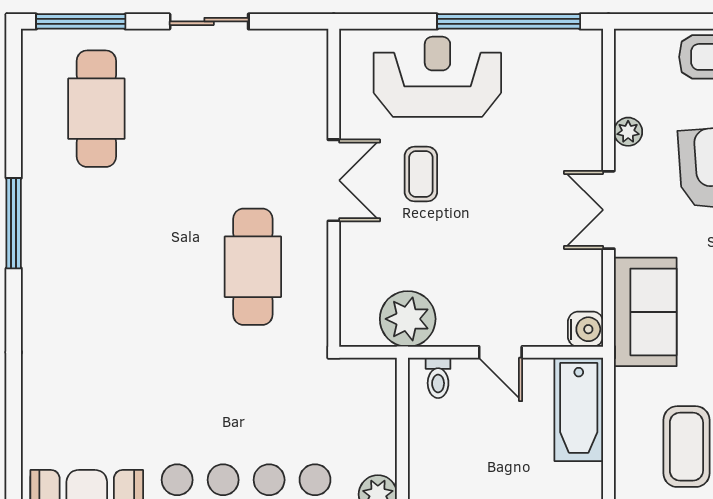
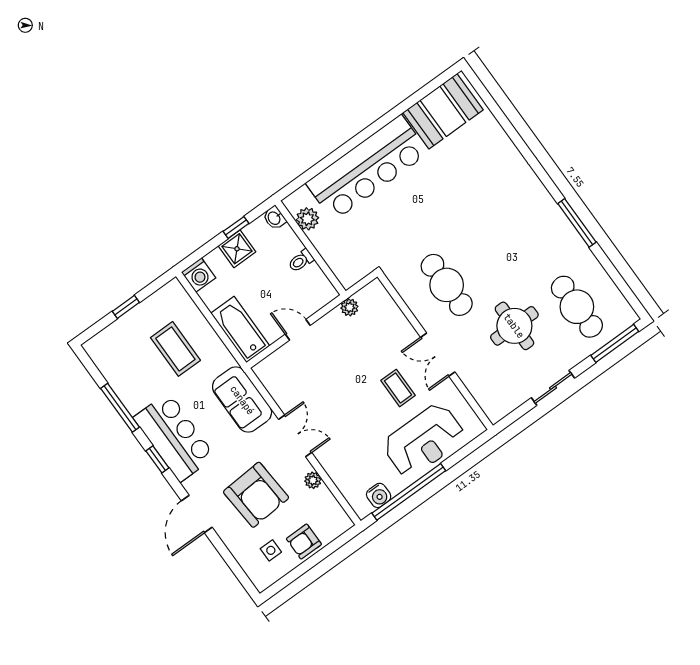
round table: (201, 144) -> (514, 326), added
plant: (408, 319) -> (349, 307), width x0.53, depth x0.53
water cooler: (585, 329) -> (379, 495), moved, turned -90
toilet: (438, 378) -> (301, 261), moved, turned -90

